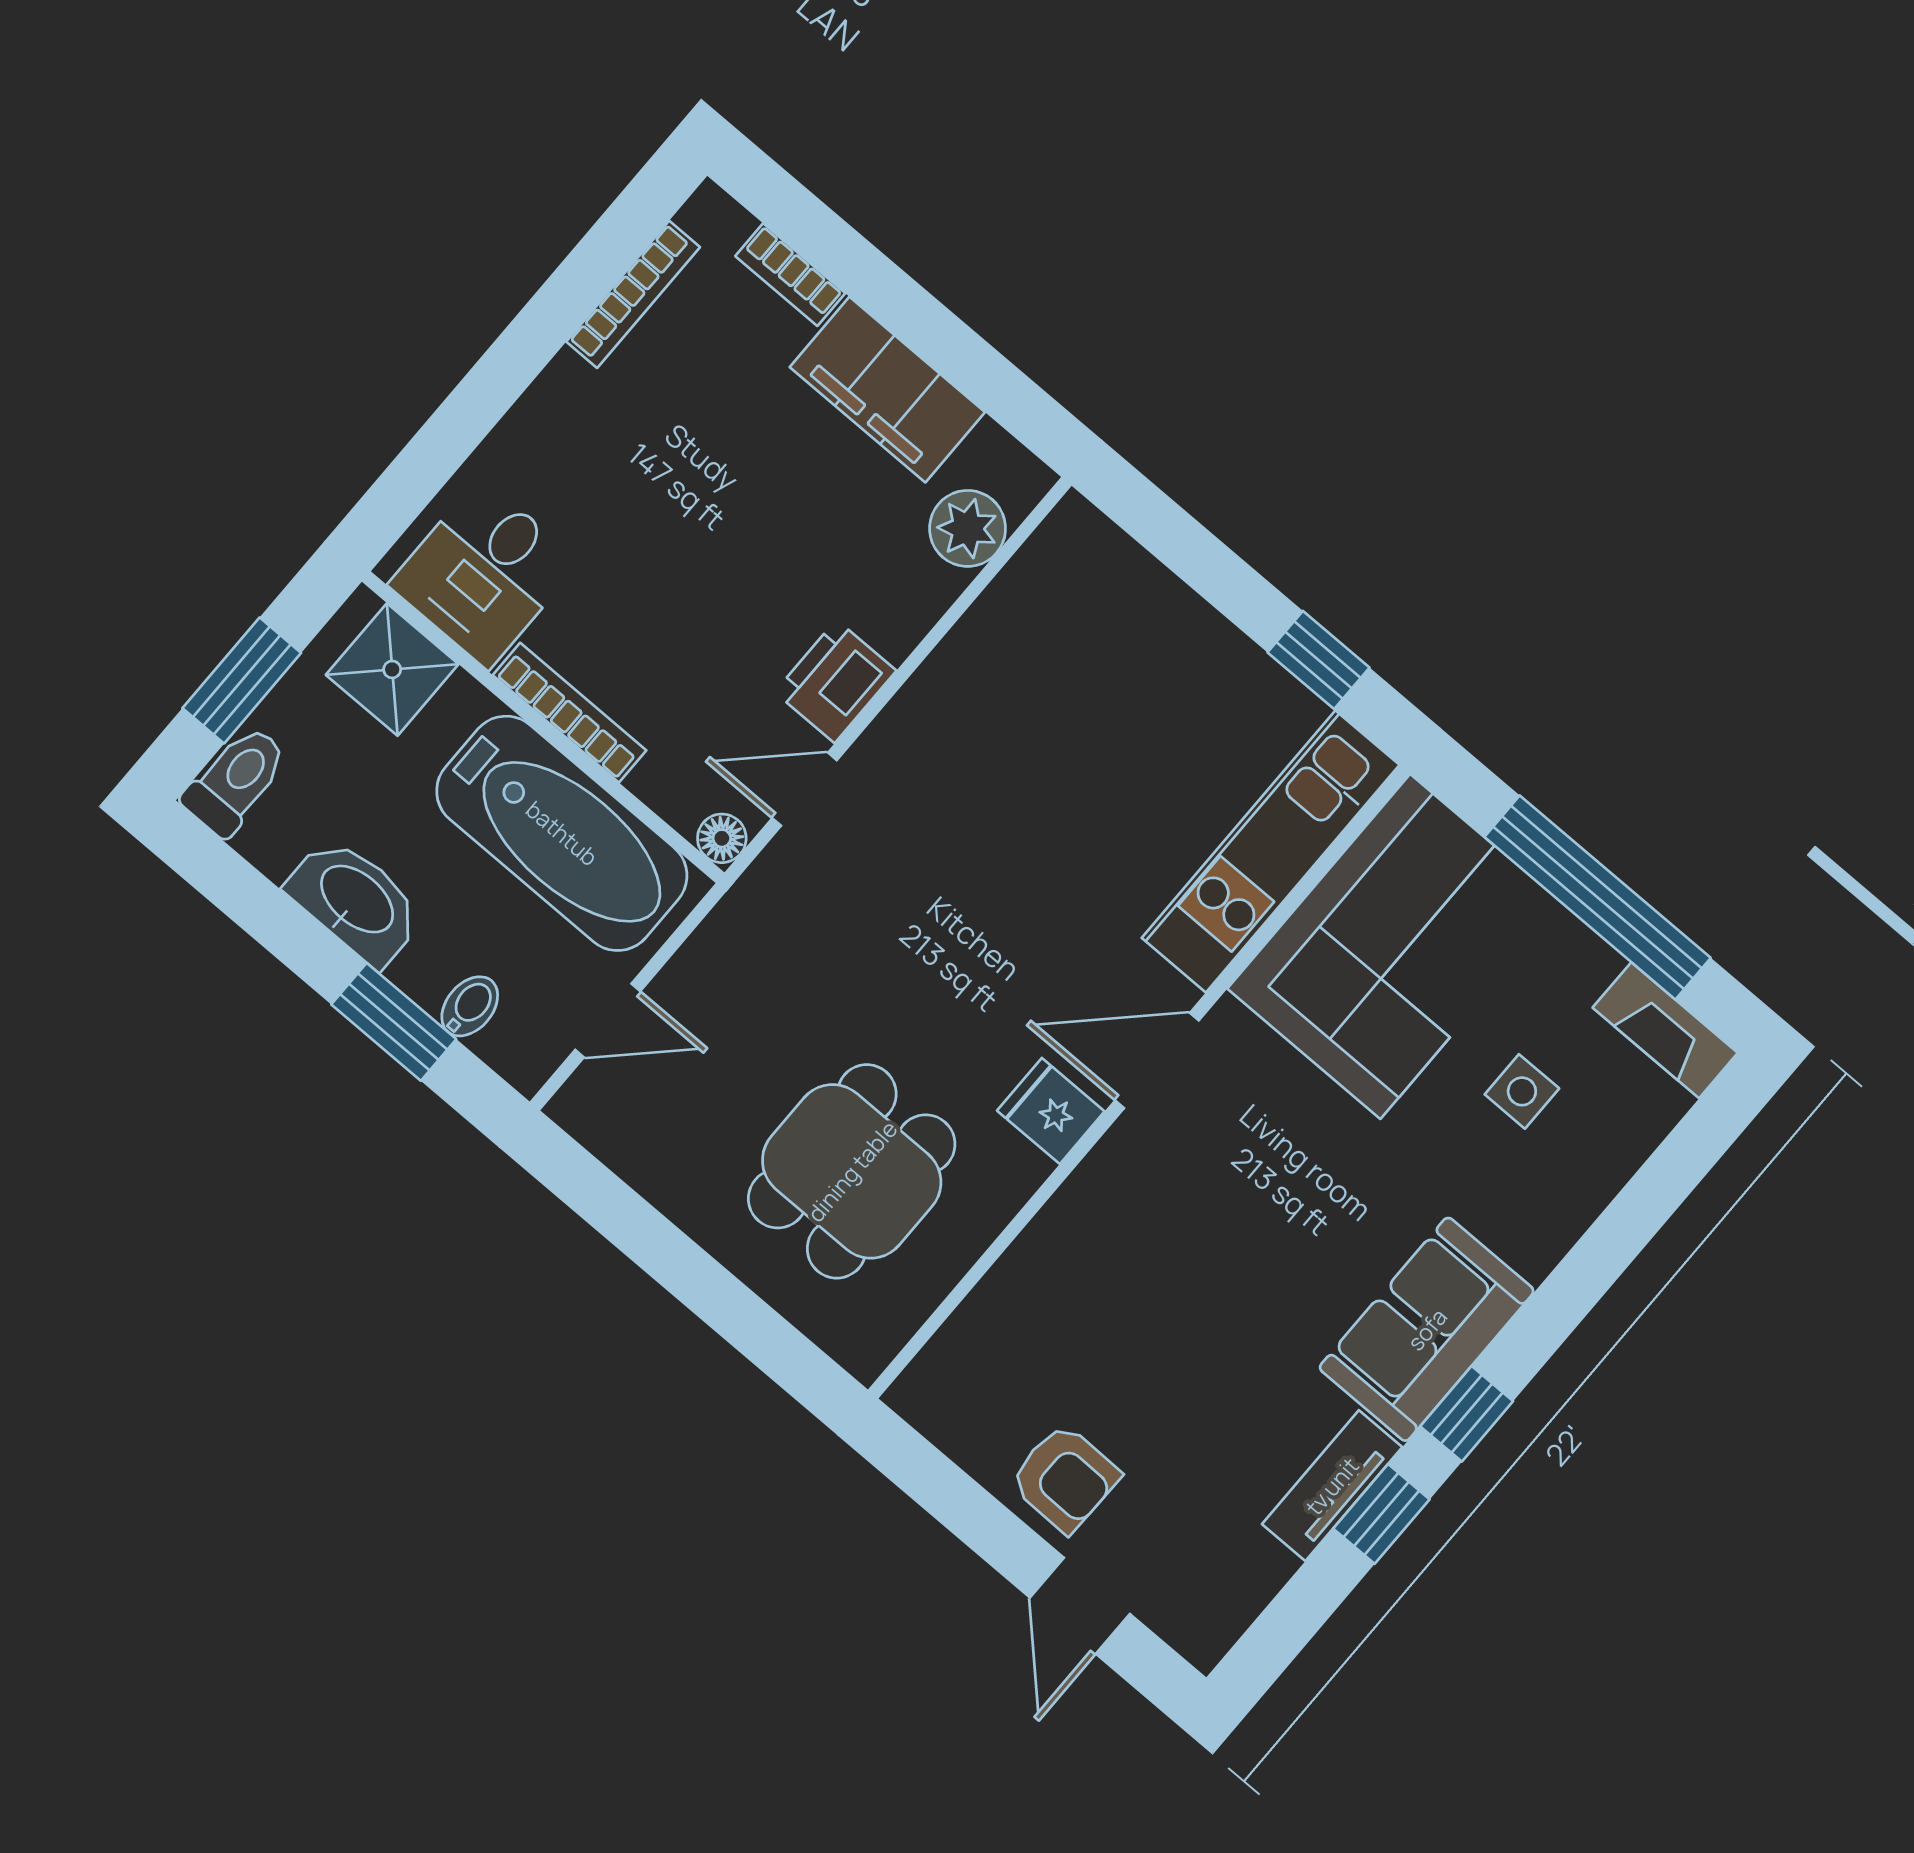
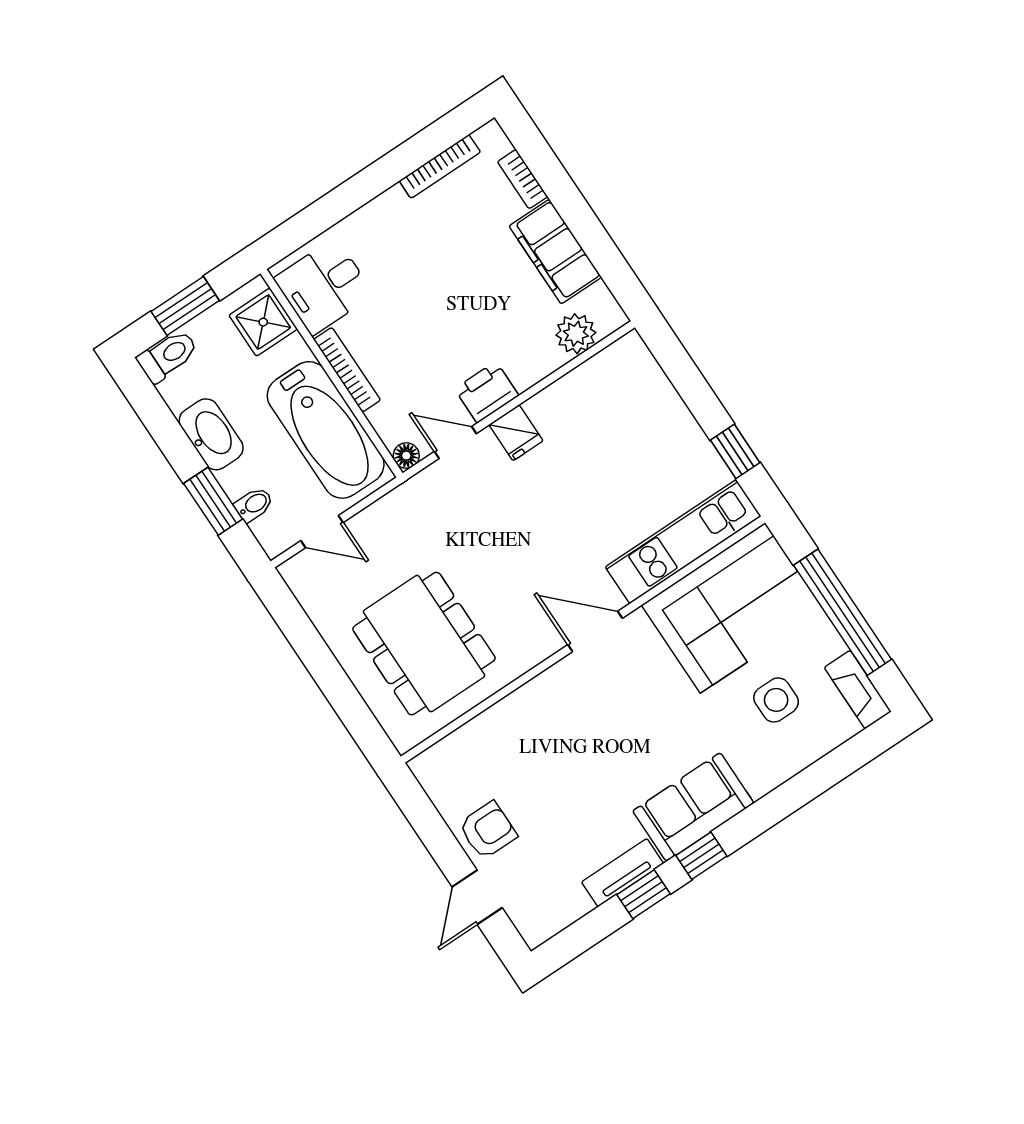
side table: (1522, 1091) -> (776, 700), width x1.37, depth x1.37
fridge: (1051, 1111) -> (516, 433), moved, turned 180
dining table: (852, 1171) -> (424, 644), width x1.38
armchair: (1065, 1478) -> (488, 830), turned -91

